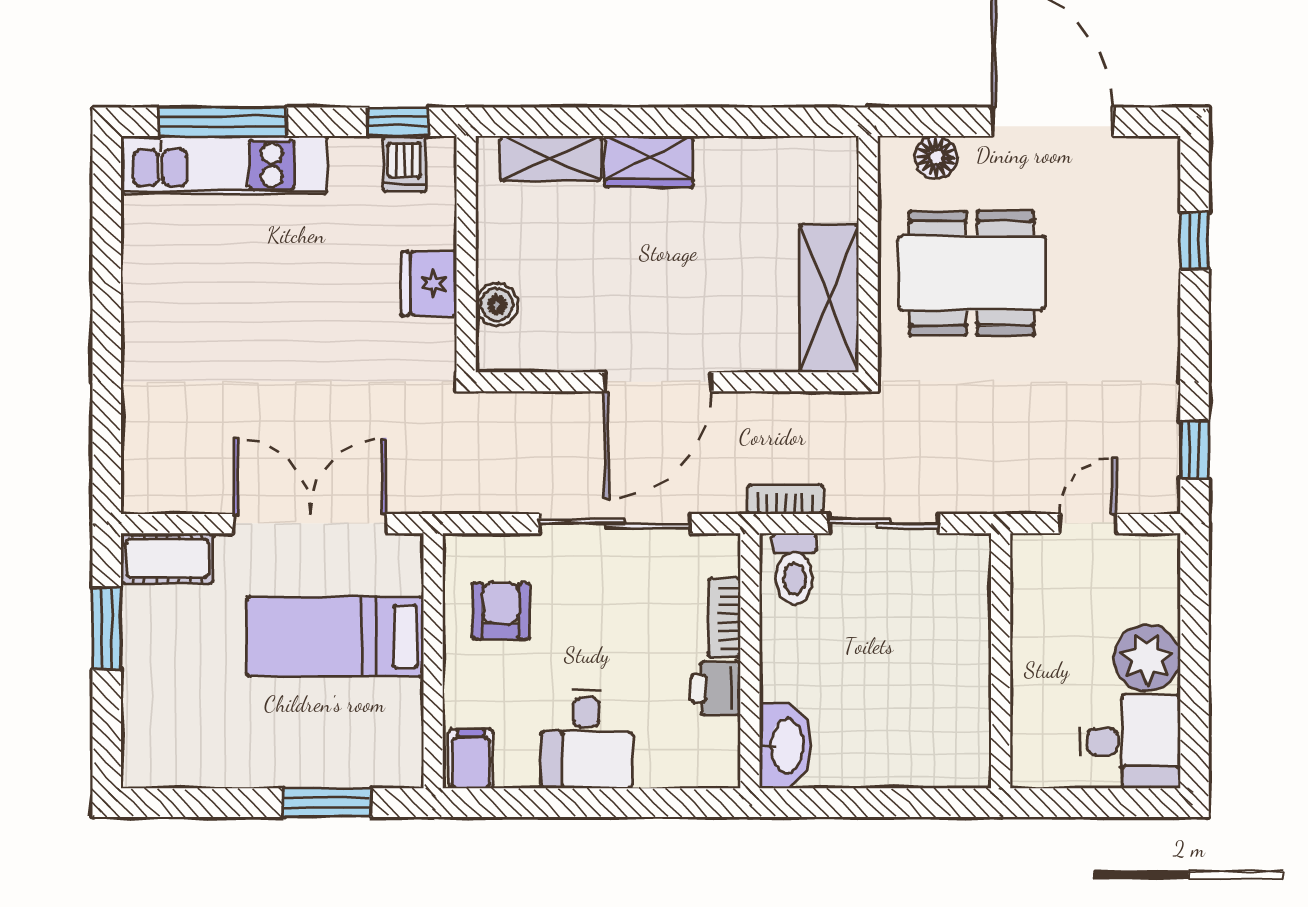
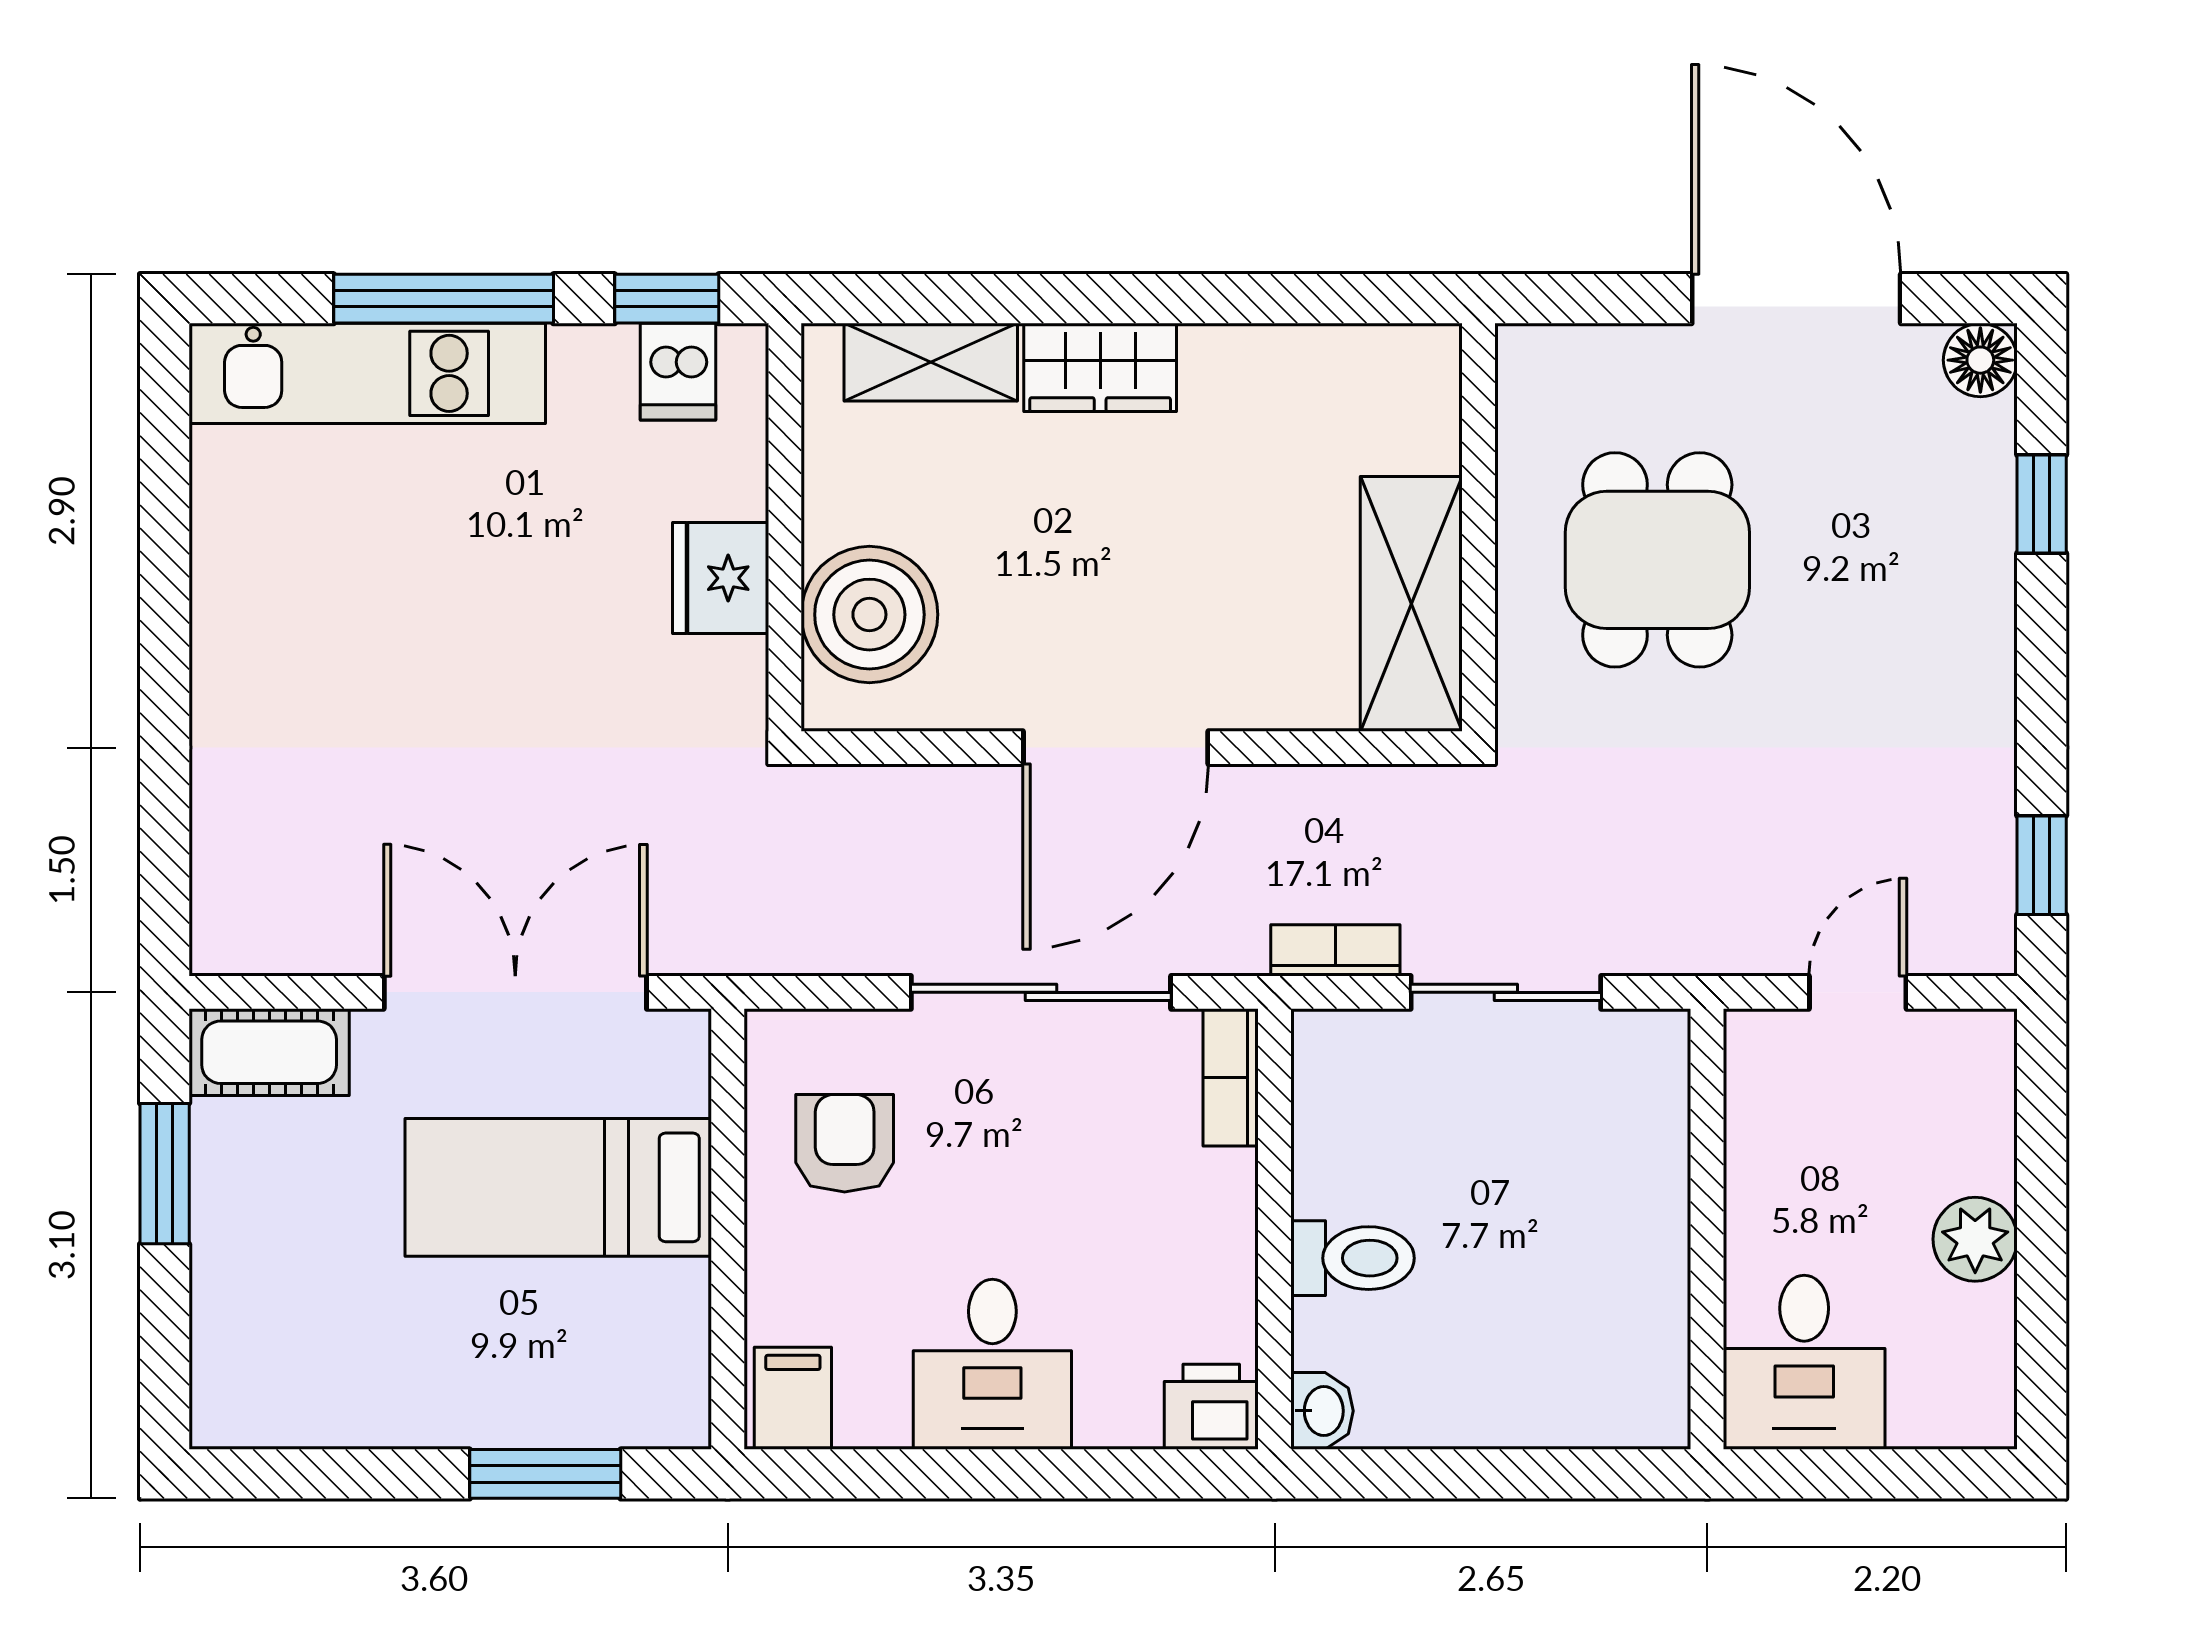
window: (223, 122) -> (444, 299), moved
floor lamp: (936, 157) -> (1980, 360), moved
dining table: (972, 273) -> (1657, 560), width x0.73
boiler: (497, 305) -> (869, 615), width x1.86, depth x1.86
toilet: (794, 569) -> (1353, 1258), moved, turned -90
bookcase: (725, 618) -> (1231, 1077), moved
plant: (1147, 658) -> (1975, 1239), width x0.73, depth x0.73
printer: (716, 689) -> (1211, 1407), moved, turned 90
desk: (1130, 742) -> (1804, 1362), moved, turned 90
washbasin: (785, 746) -> (1322, 1411), width x0.52, depth x0.69

